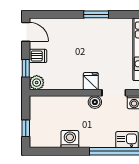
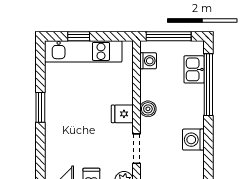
doorway: (114, 93) -> (136, 149), moved

